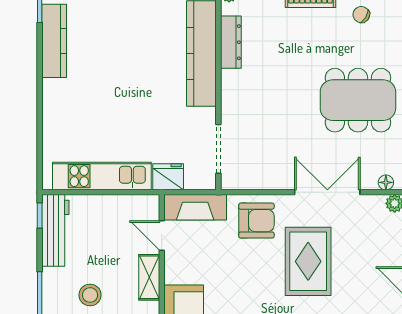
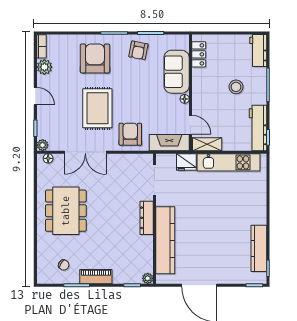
dresser: (231, 42) -> (147, 218), moved
dining table: (358, 100) -> (66, 211), turned 90
armchair: (256, 221) -> (130, 134), turned 90
floor lamp: (171, 276) -> (185, 99), added
shelving: (149, 277) -> (207, 144), moved, turned 90

